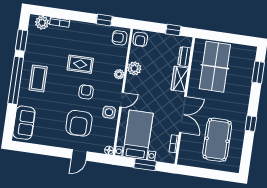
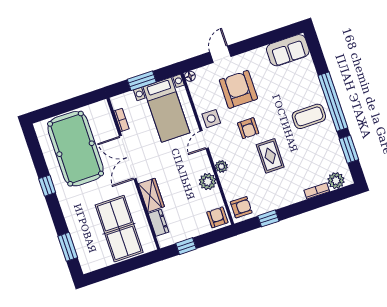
rug: (80, 64) -> (270, 156), turned 90
coffee table: (38, 78) -> (309, 116), turned 90
sofa: (24, 123) -> (288, 50), moved, turned -90
pool table: (217, 140) -> (76, 149), width x1.36, depth x1.32

